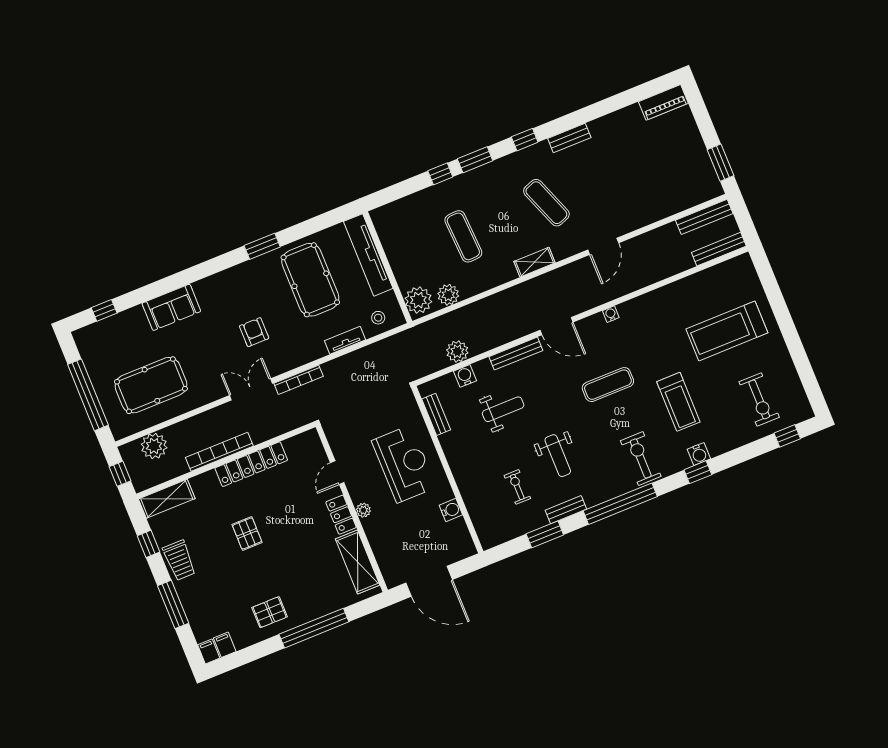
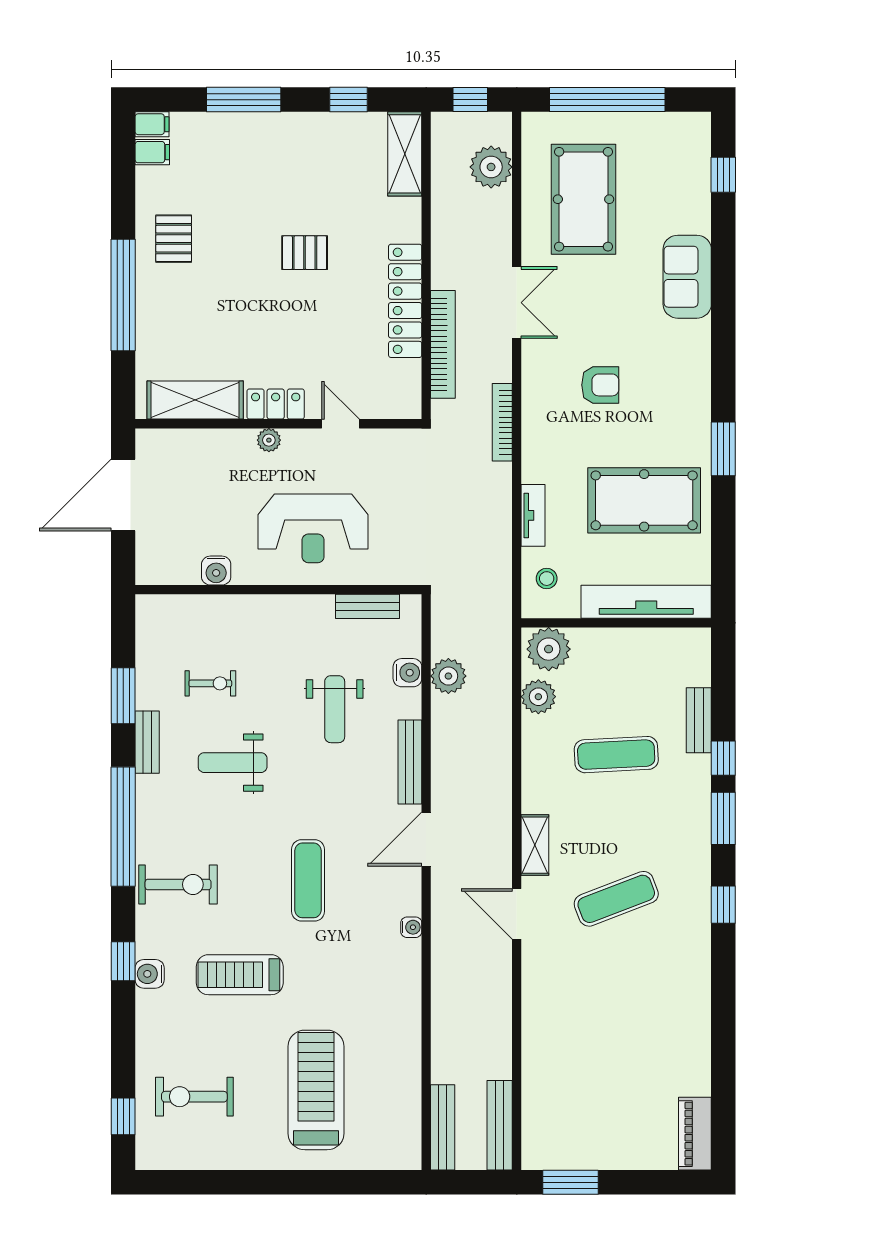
bench: (569, 138) -> (699, 720), moved
door: (603, 246) -> (517, 914), moved
double door: (251, 389) -> (517, 303), moved
bookcase: (219, 452) -> (443, 344), moved
trolley: (179, 560) -> (306, 136), removed

